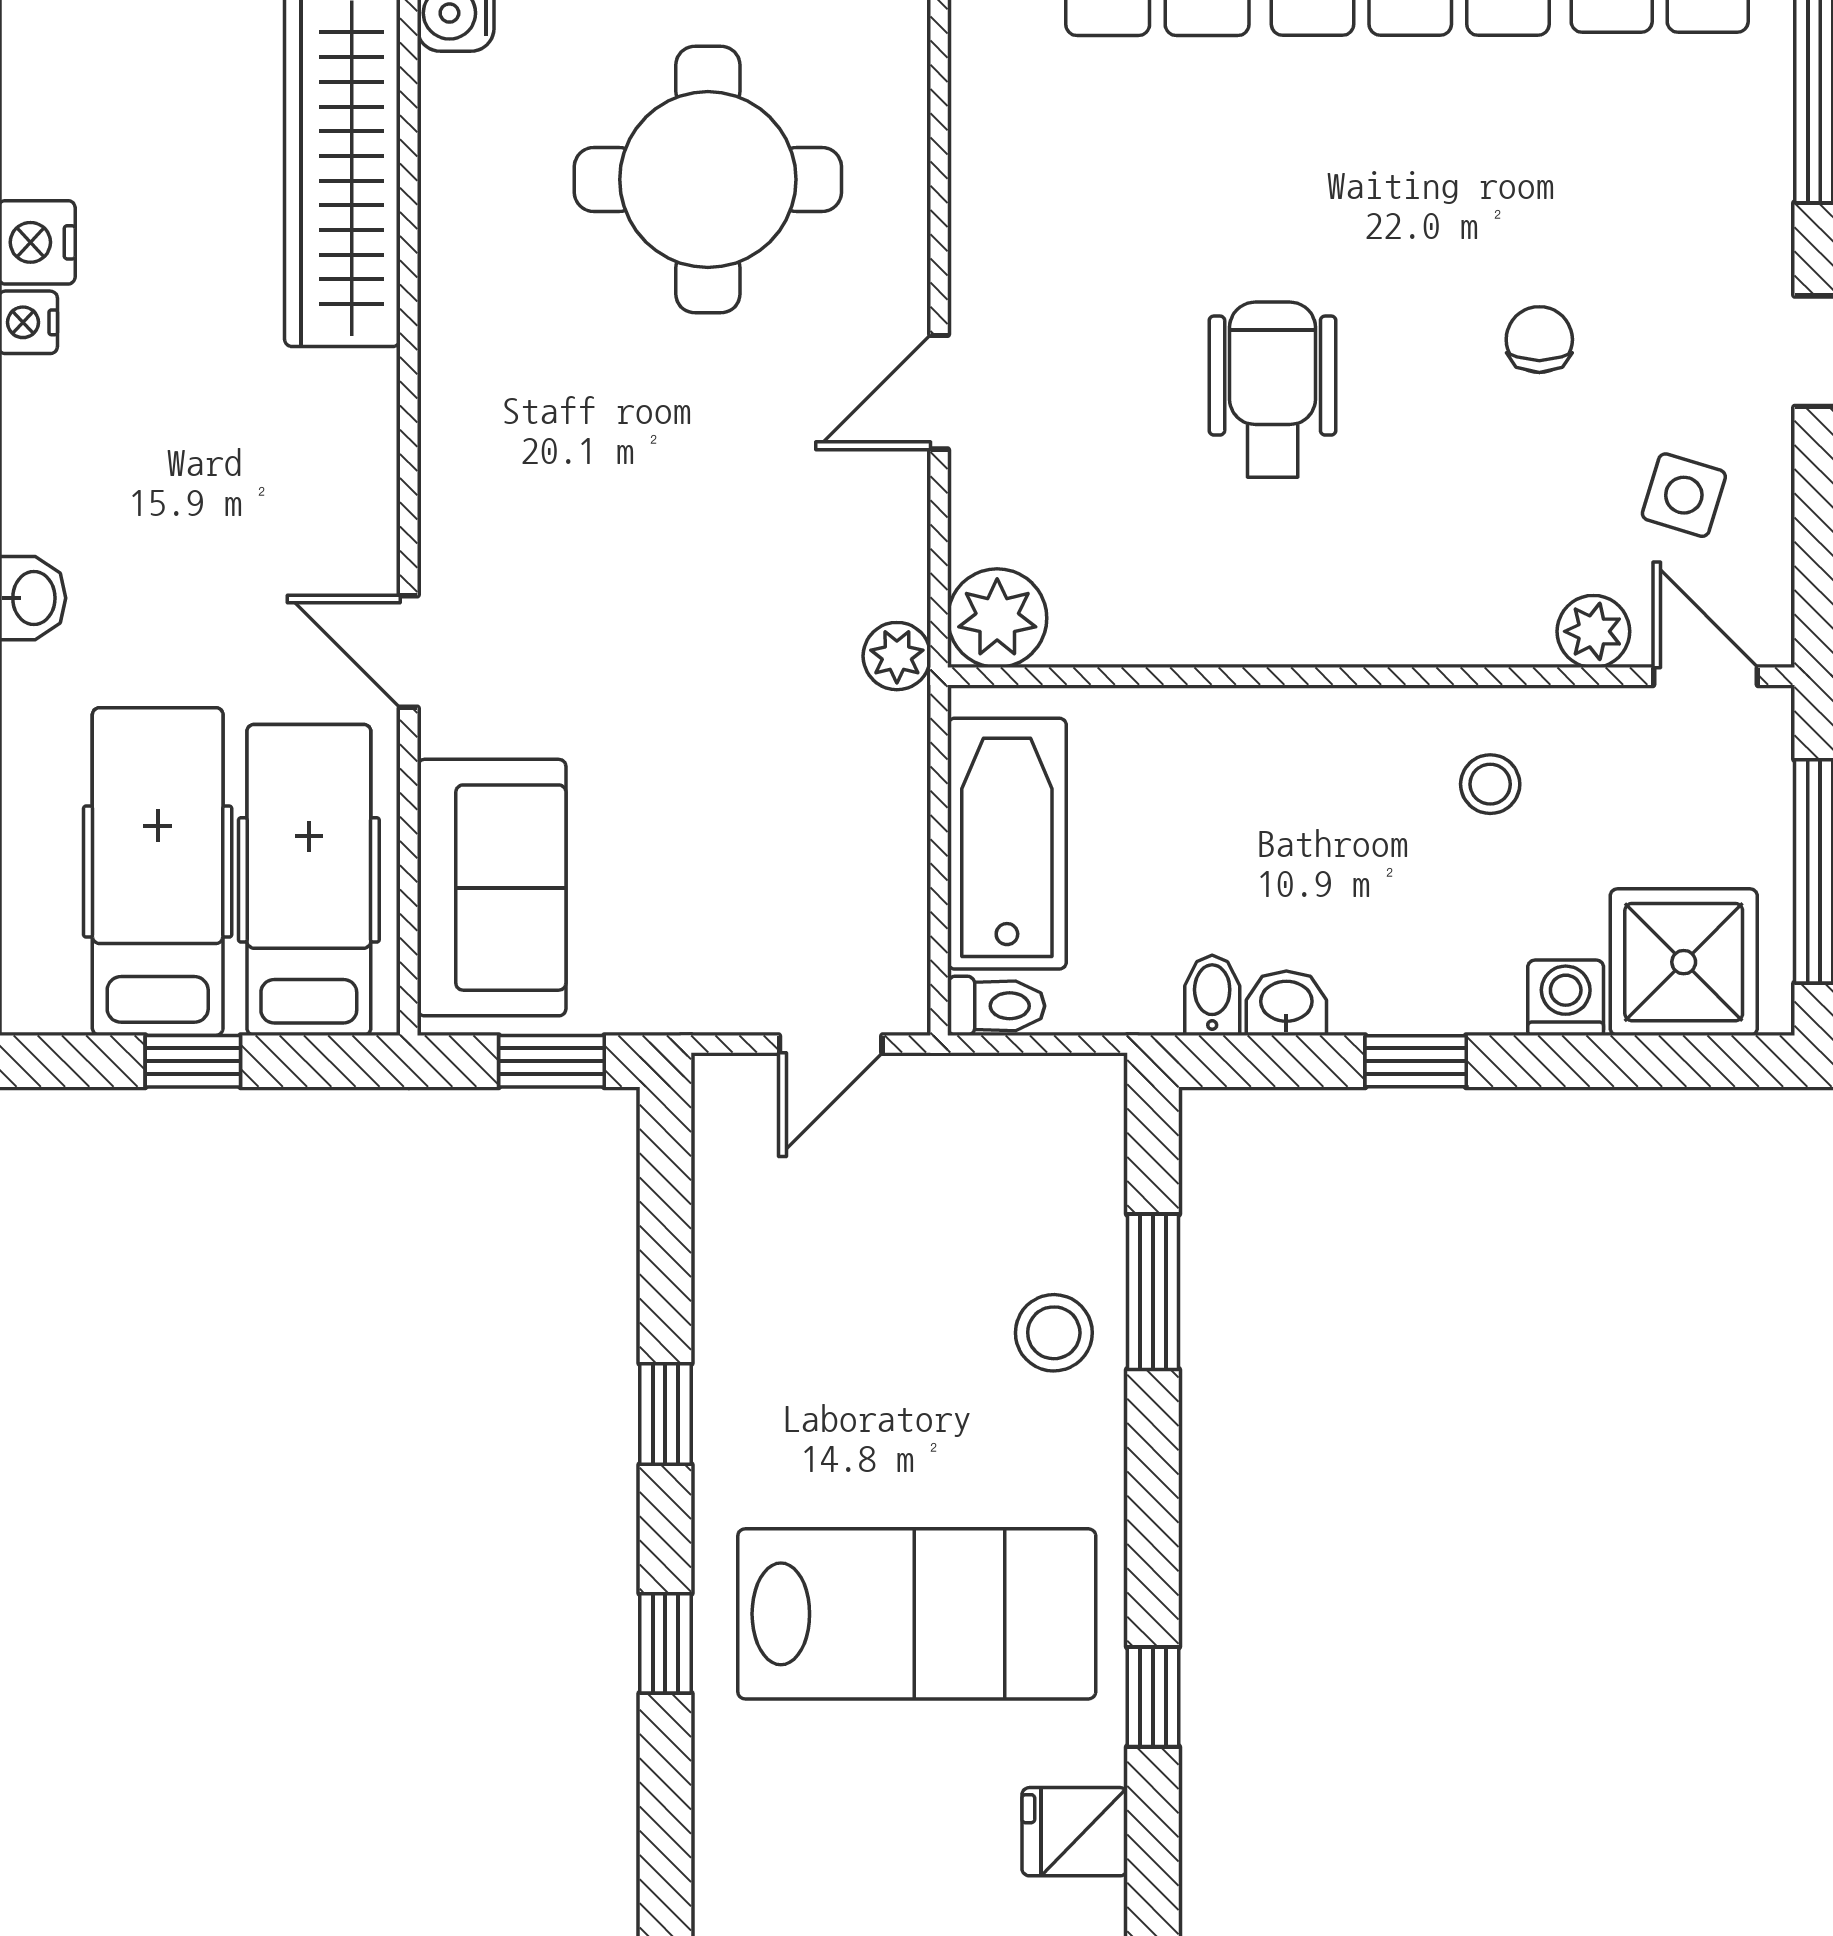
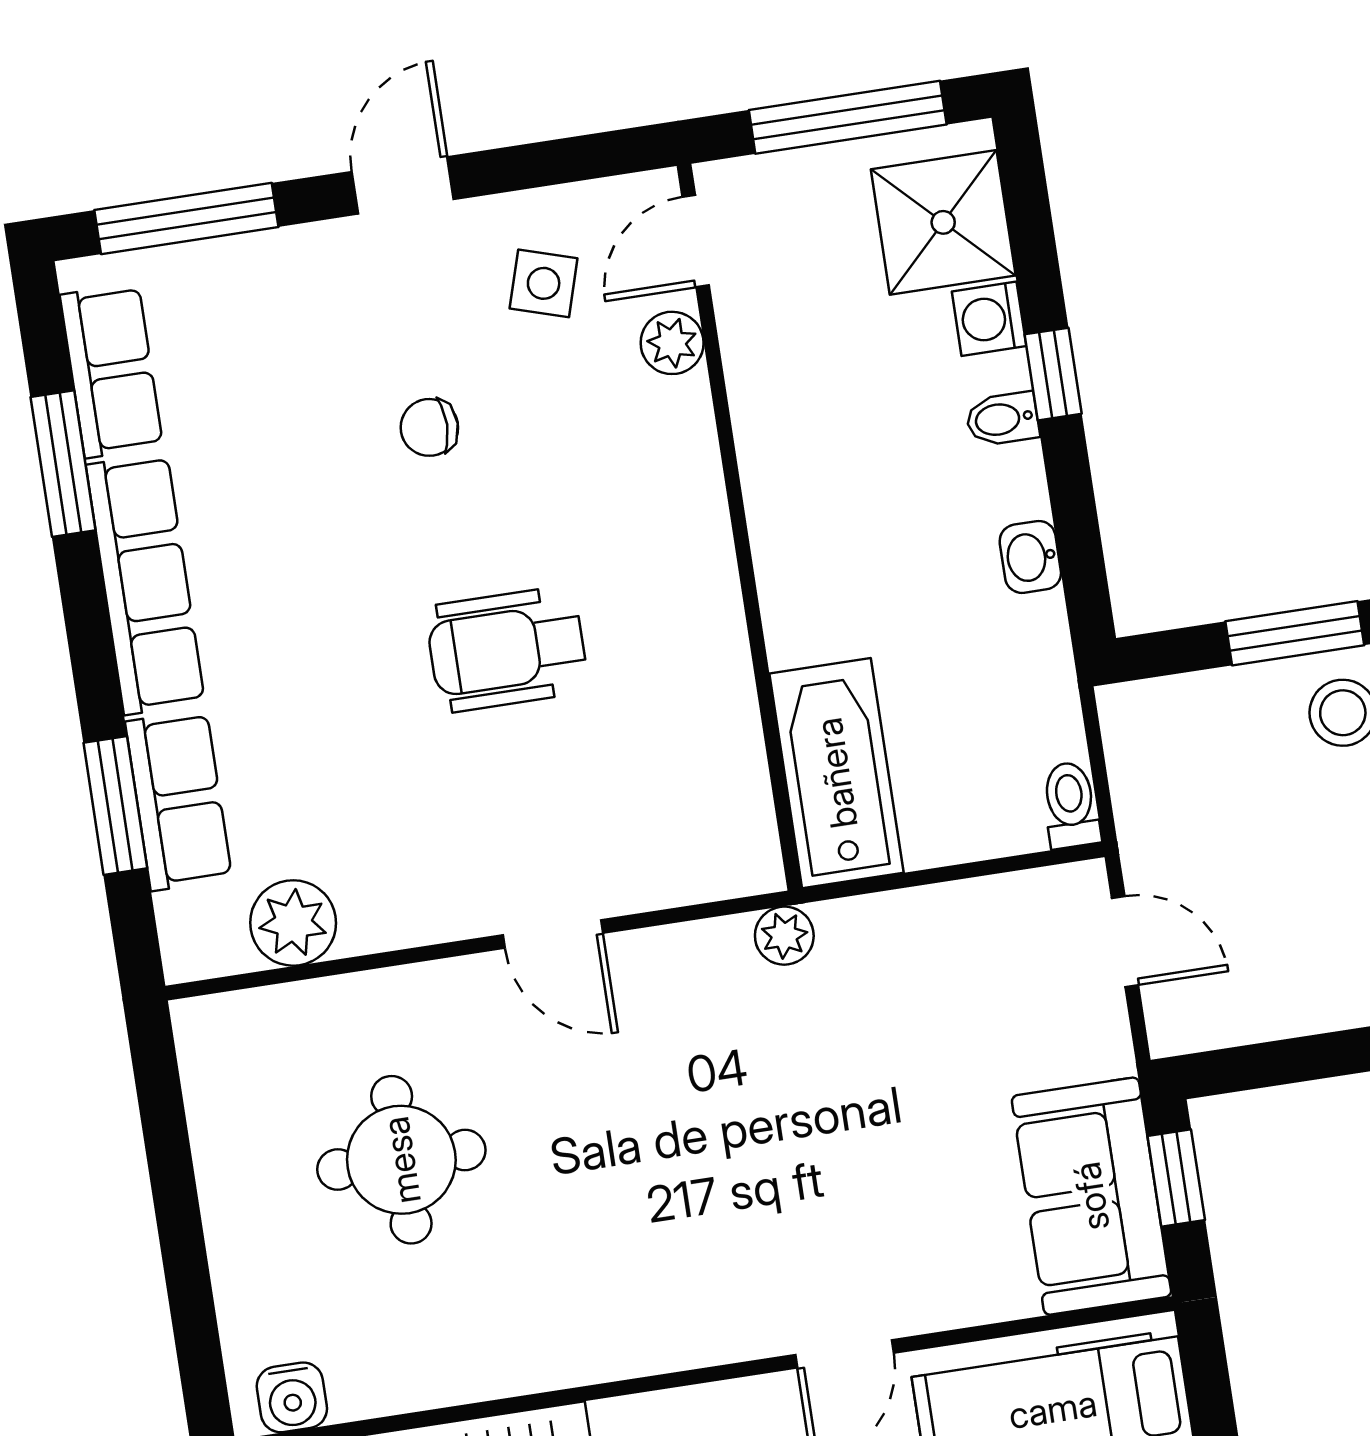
round table: (708, 180) -> (401, 1160), width x0.73, depth x0.73
plant: (997, 618) -> (293, 923), moved
stool: (1490, 784) -> (816, 411), removed
bathtub: (1007, 844) -> (836, 773), moved, turned 90
sofa: (492, 888) -> (1091, 1196), moved, turned -90
bidet: (1212, 995) -> (1002, 419), moved
window: (1416, 1061) -> (1053, 374), moved

